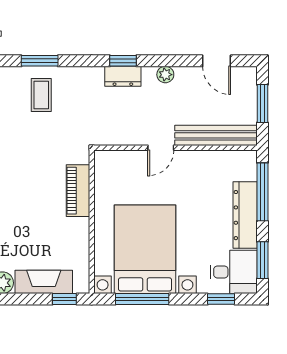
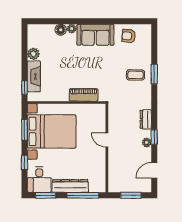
window: (123, 61) -> (154, 137), moved
bench: (216, 135) -> (114, 170), removed
window: (142, 299) -> (24, 130), width x0.69
window: (221, 299) -> (24, 162), moved

